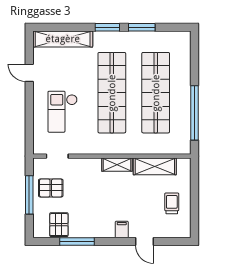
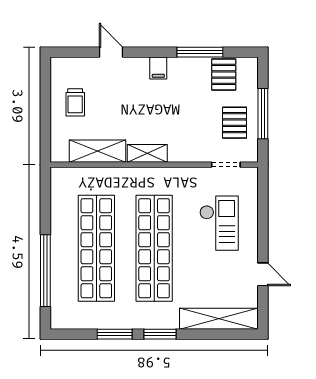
window: (194, 113) -> (45, 271), moved
pallet: (51, 188) -> (235, 123), turned 90
filing cabinet: (122, 229) -> (158, 68), moved

